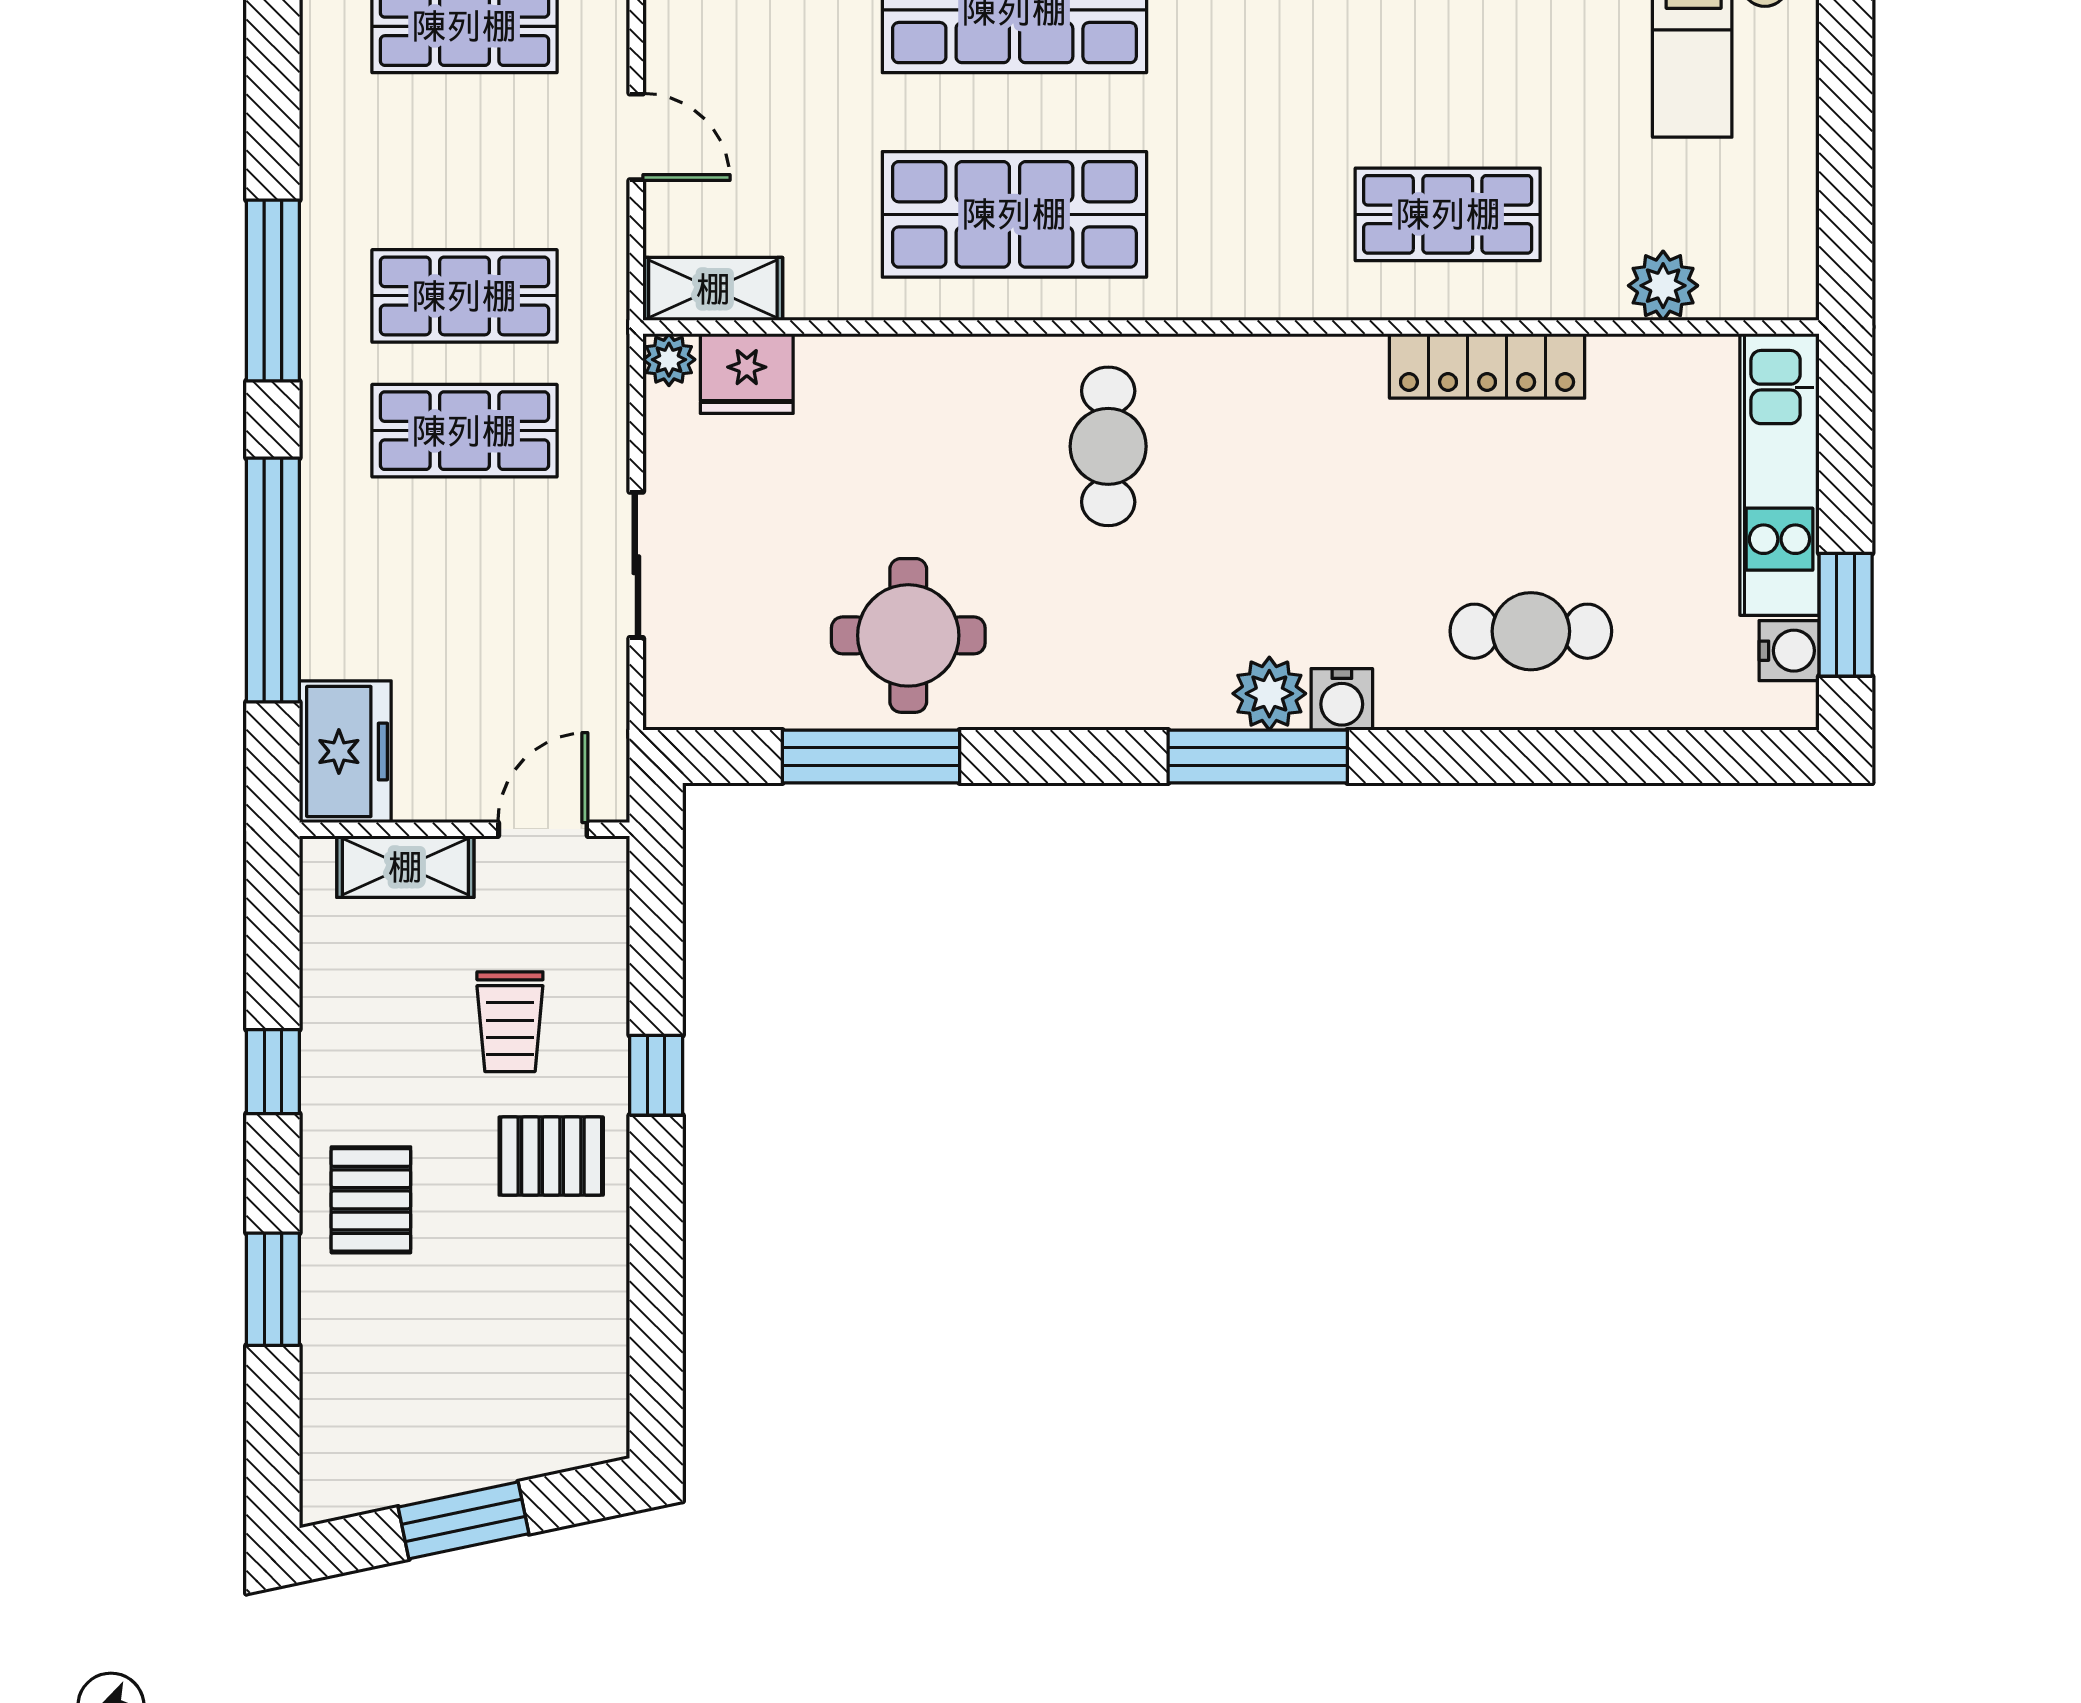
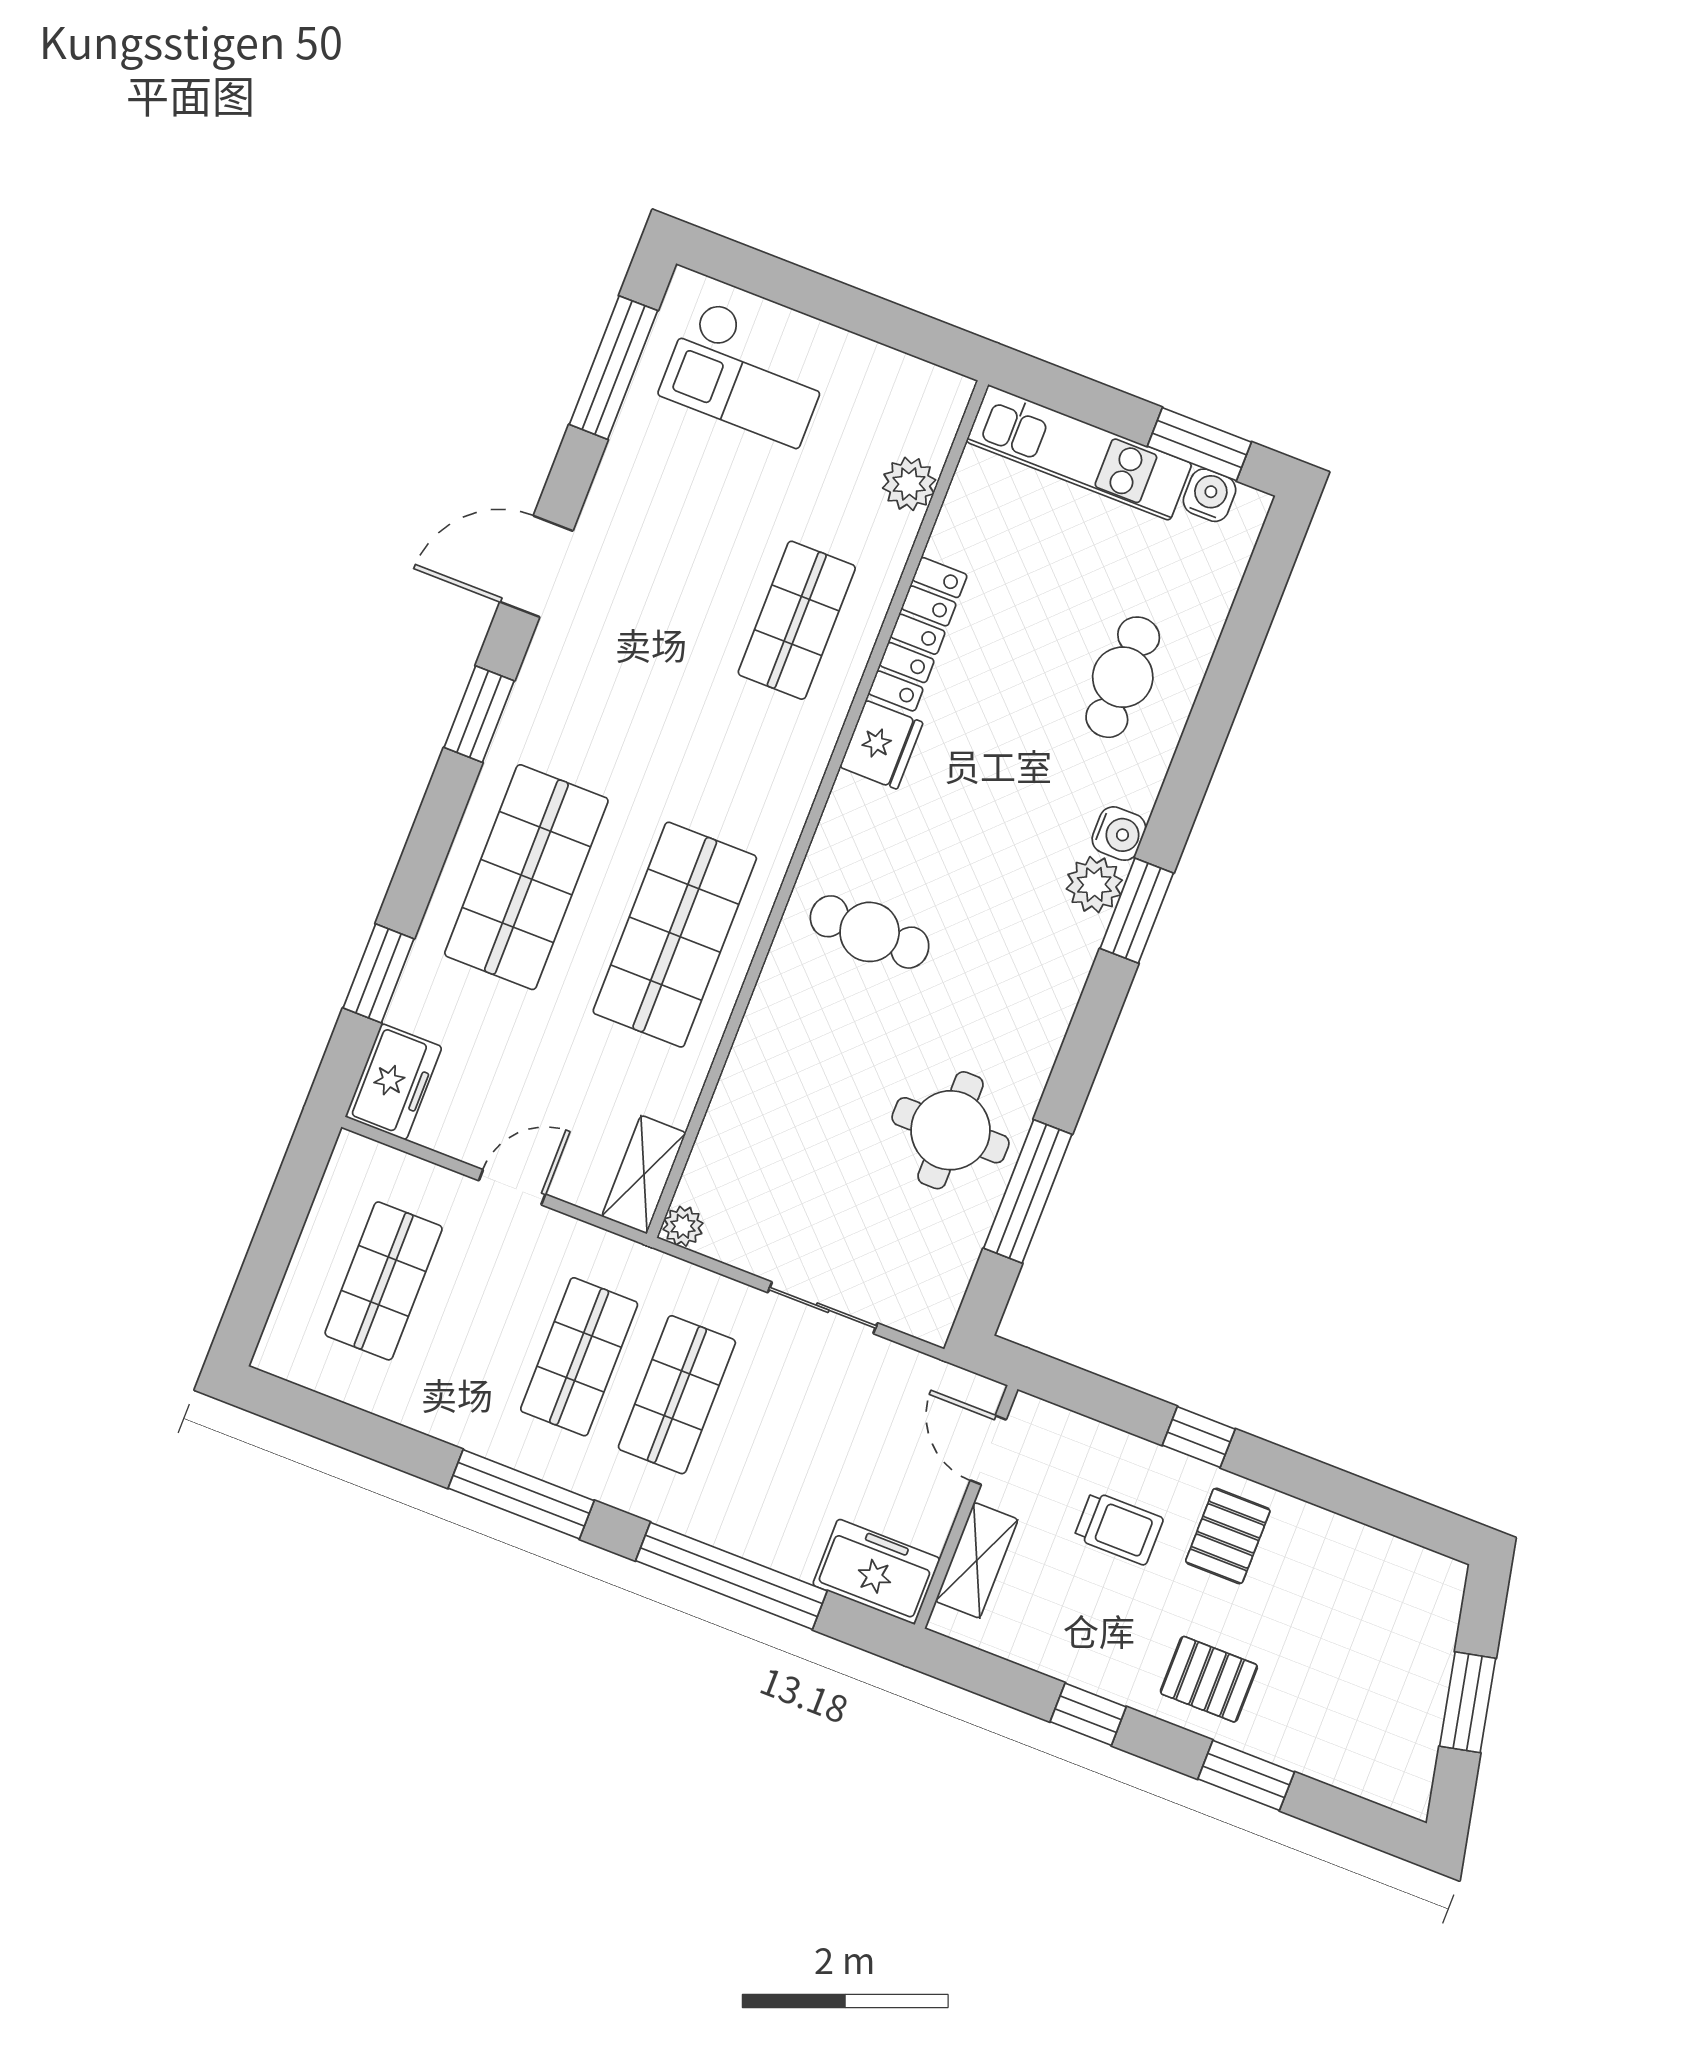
fridge: (747, 373) -> (881, 745), moved
window: (1258, 756) -> (1137, 911), width x0.69

